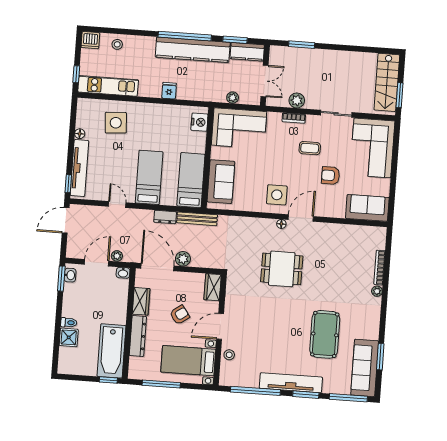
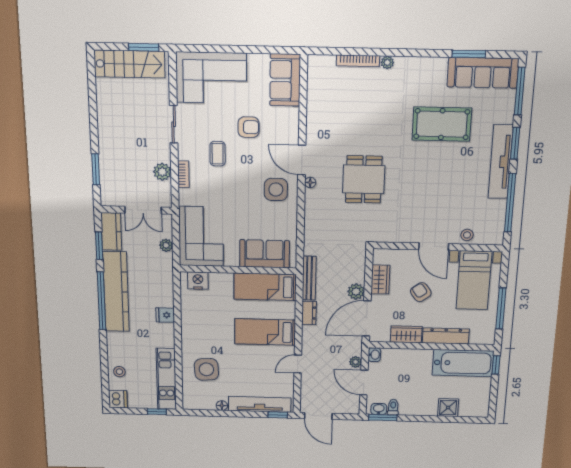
double door: (265, 81) -> (143, 210), swing flipped
armchair: (330, 175) -> (249, 127), turned -90
wardrobe: (213, 287) -> (380, 280), moved, turned -90
toilet: (69, 323) -> (393, 407), moved

